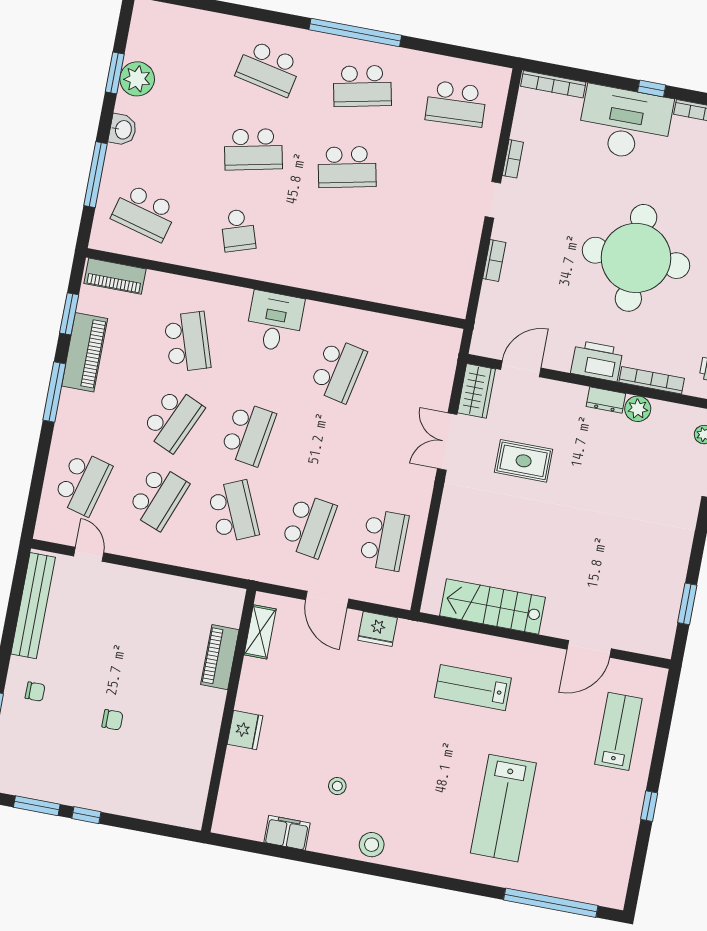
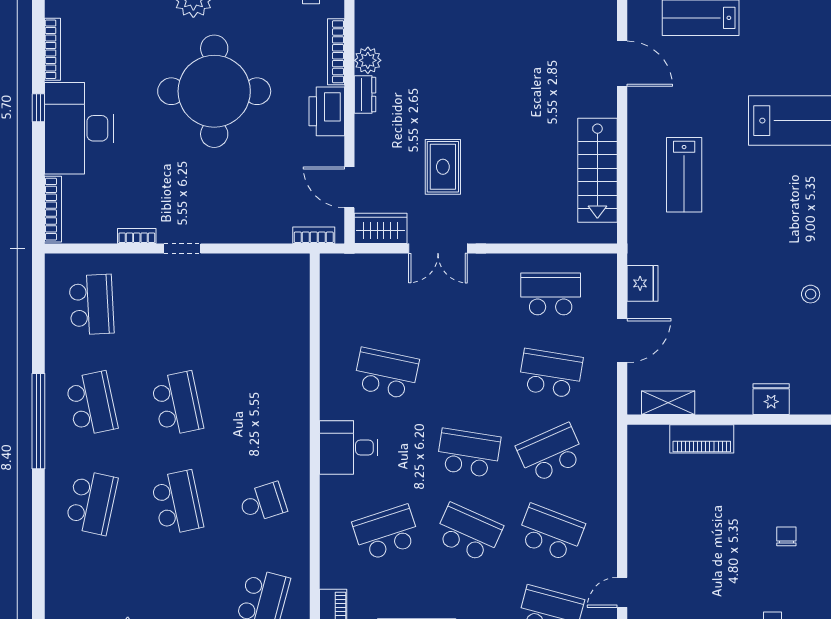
bookcase: (494, 260) -> (314, 235), moved

